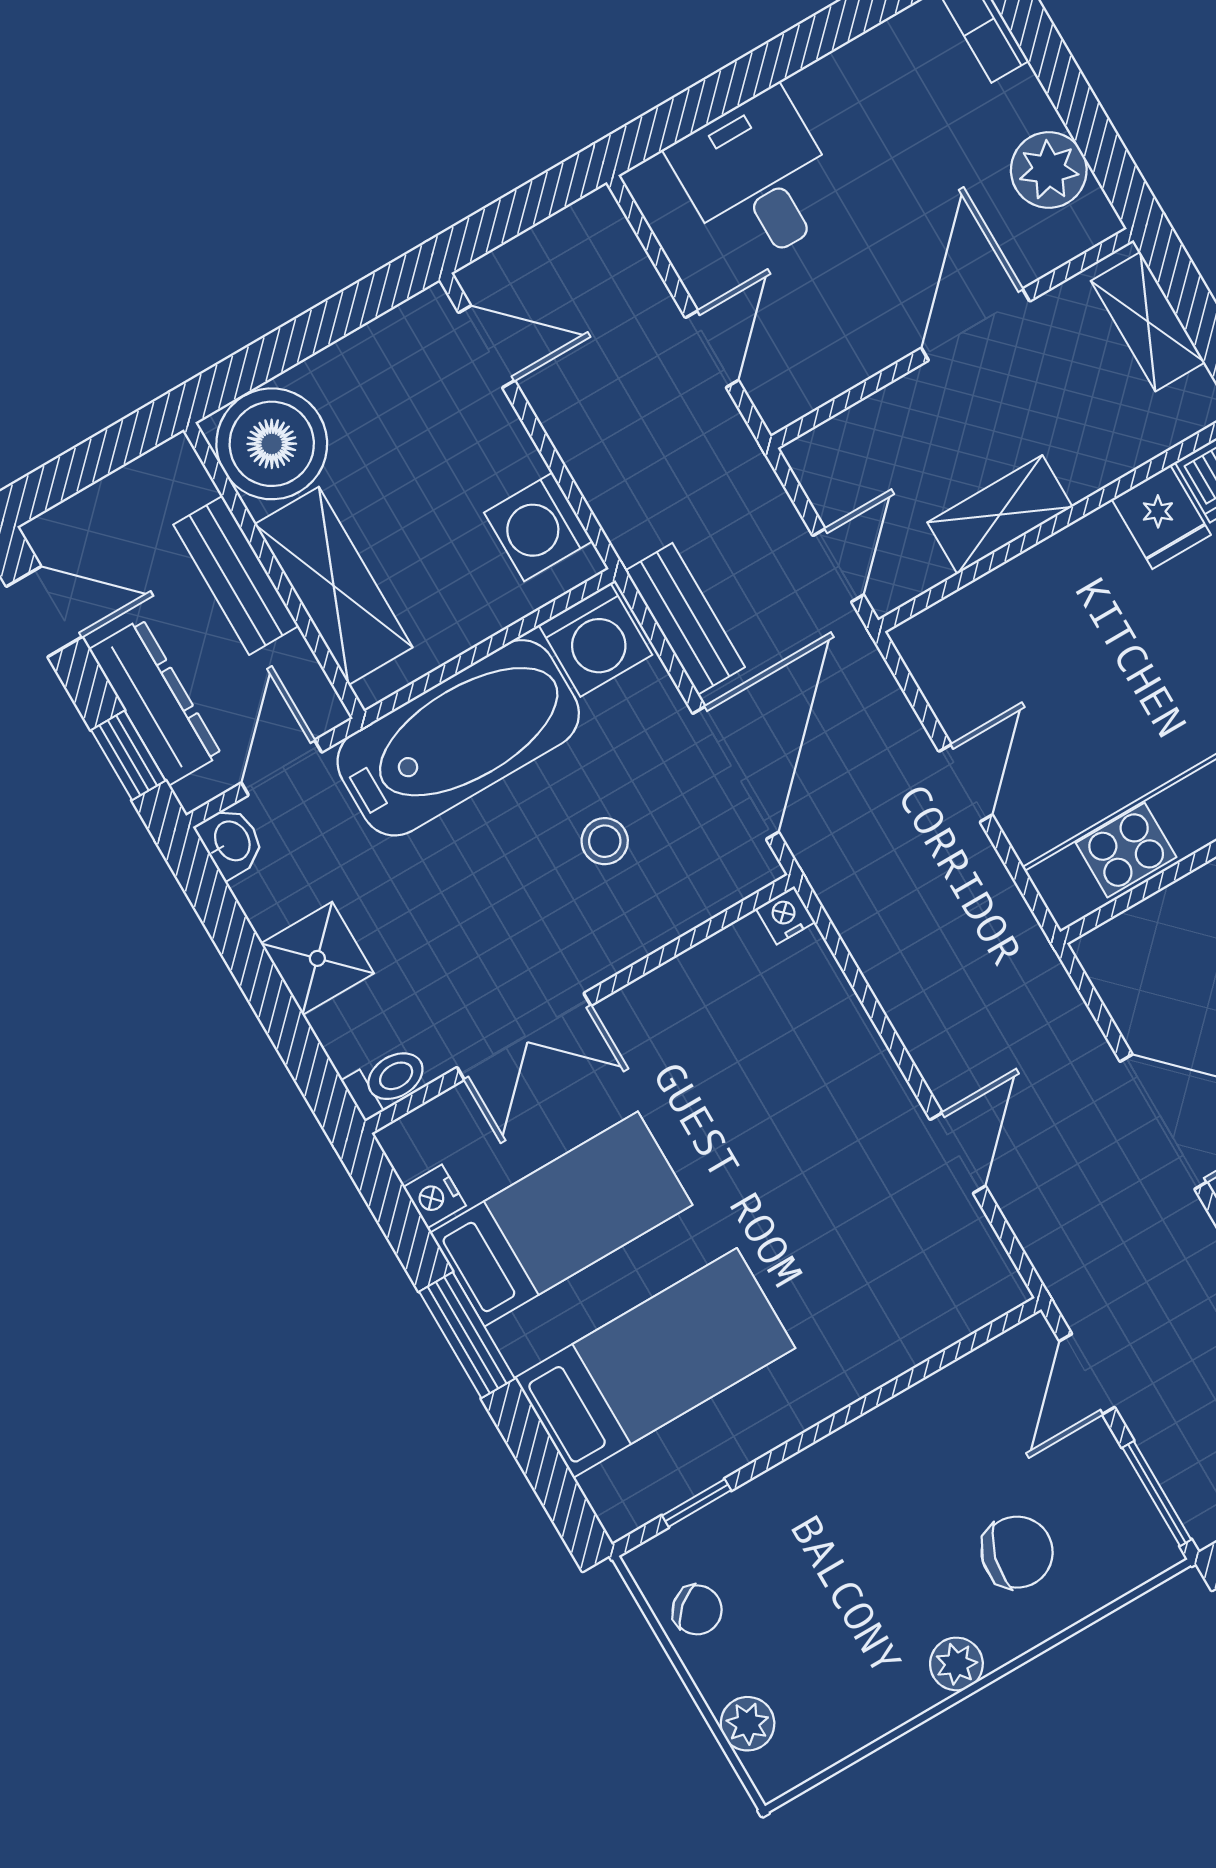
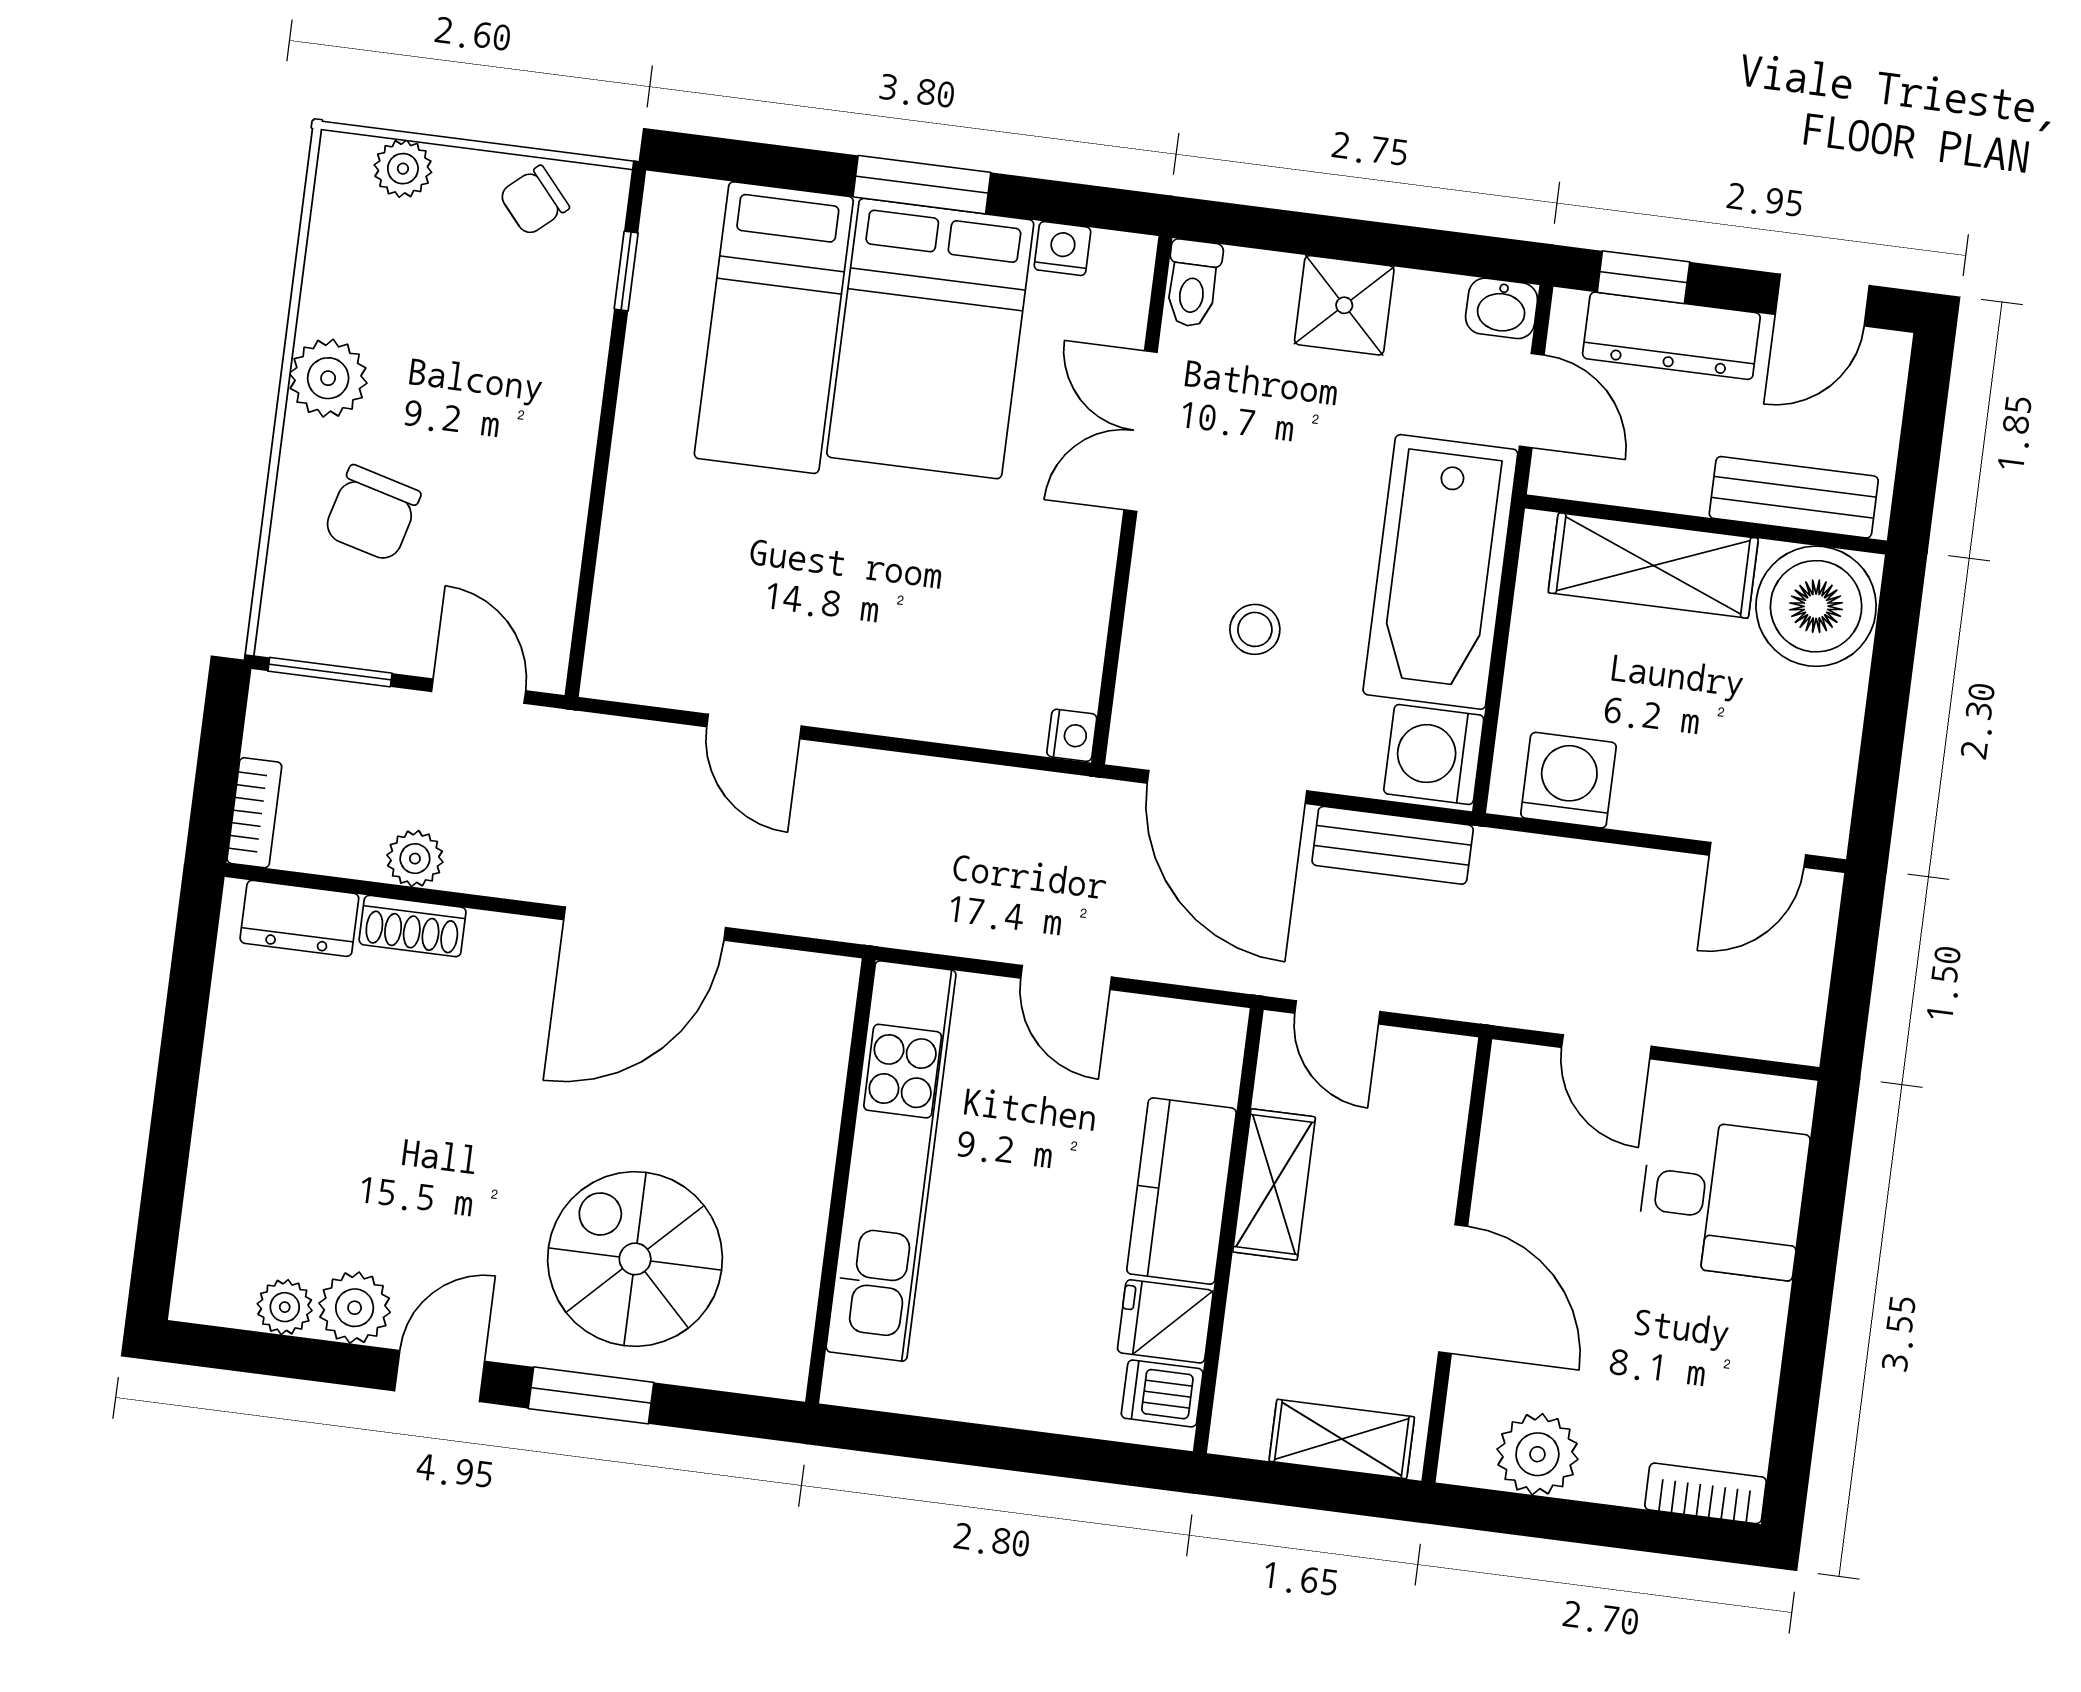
bench: (236, 575) -> (1794, 497), moved
kitchen counter: (1057, 579) -> (1182, 1191), added
bed: (561, 1219) -> (930, 339), width x1.50
plant: (956, 1664) -> (328, 378), width x1.38, depth x1.38

